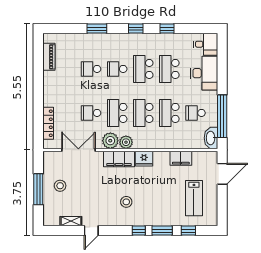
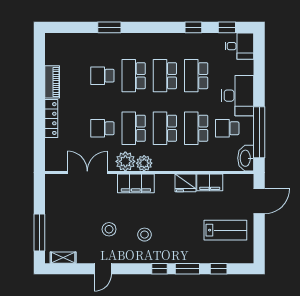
window: (136, 29) -> (227, 27), moved
piano: (49, 57) -> (52, 82), moved
school desk: (117, 69) -> (134, 76), width x1.85
desk: (204, 73) -> (238, 96), moved
locker: (48, 123) -> (51, 119), moved
fridge: (144, 159) -> (185, 183), moved
stool: (60, 186) -> (109, 229), moved
window: (38, 189) -> (39, 233), moved
lab bench: (194, 198) -> (225, 230), turned -90
shelving: (71, 221) -> (63, 258), moved

